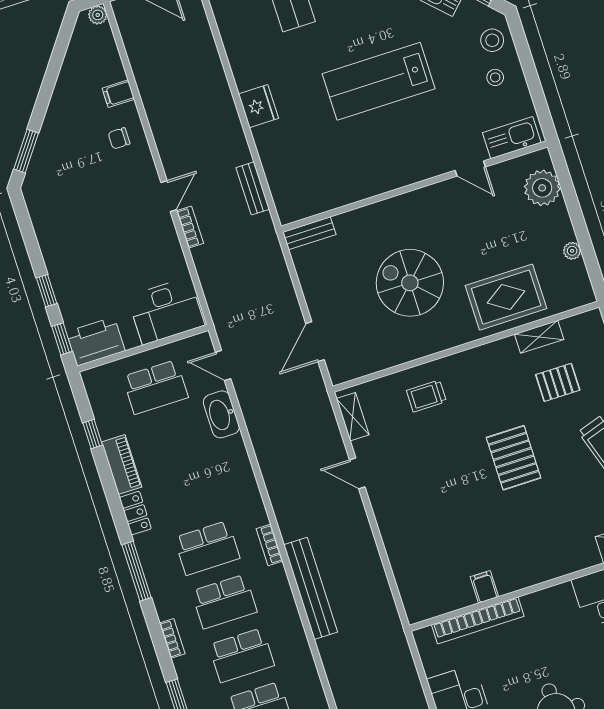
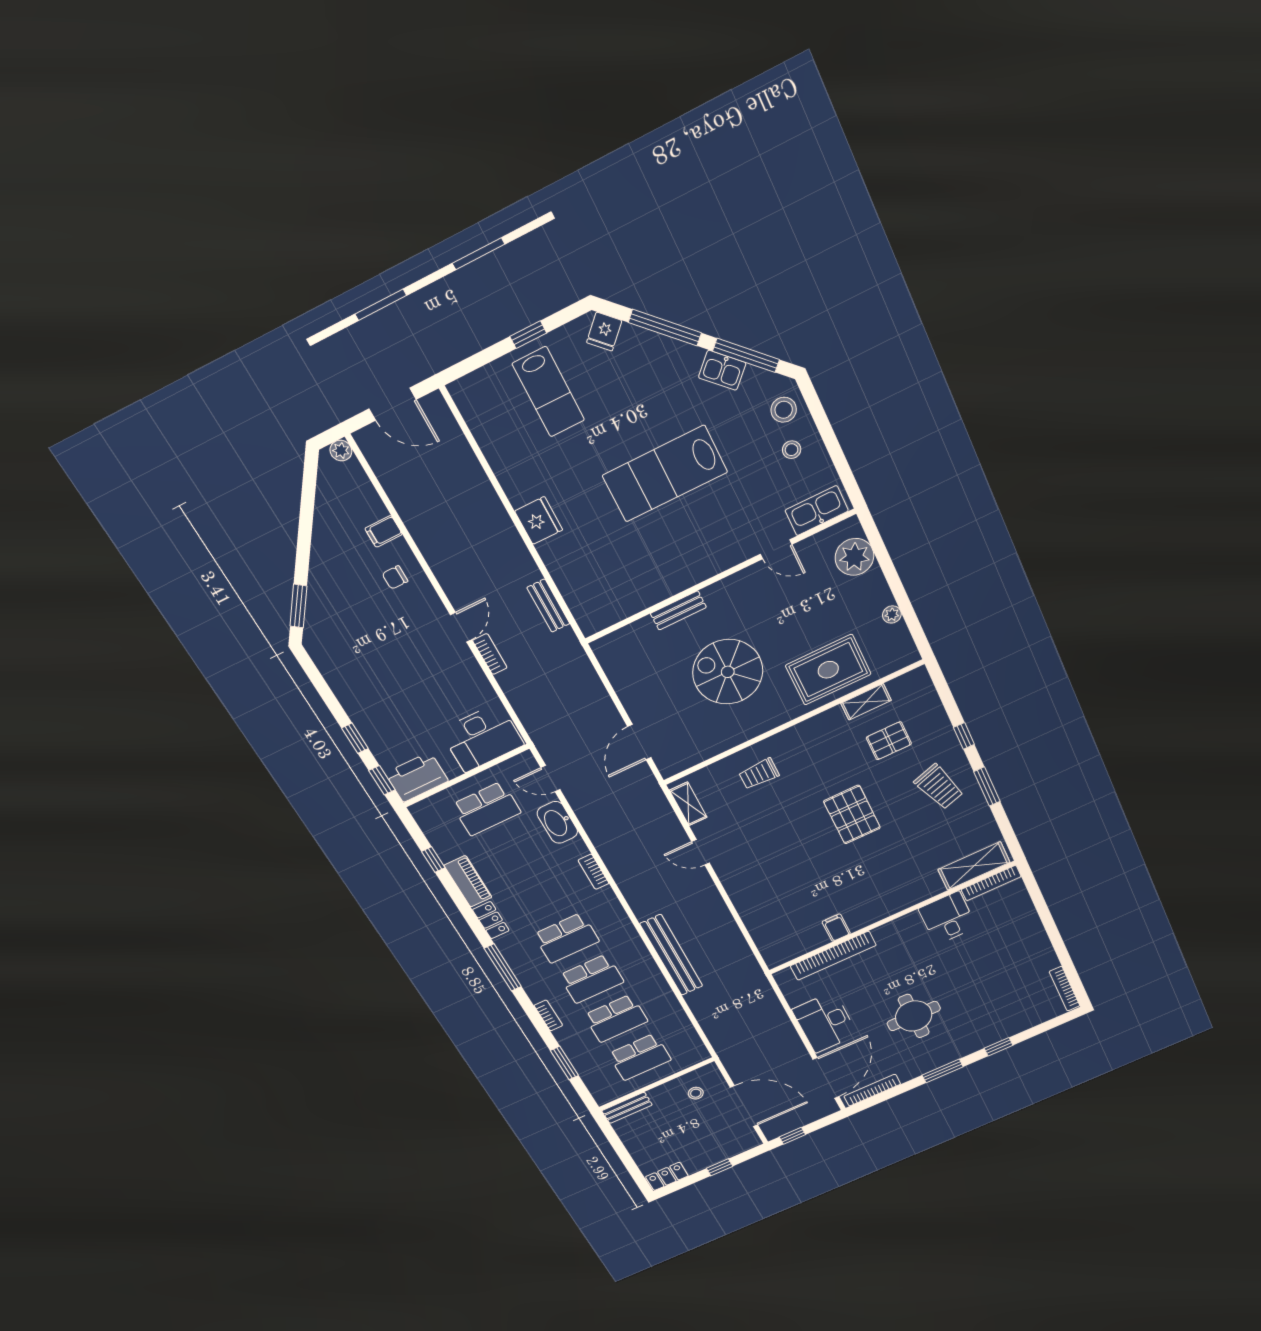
bench: (309, 233) -> (678, 610), moved
bookcase: (270, 545) -> (594, 872), moved

